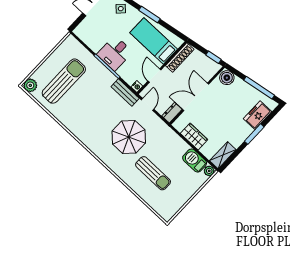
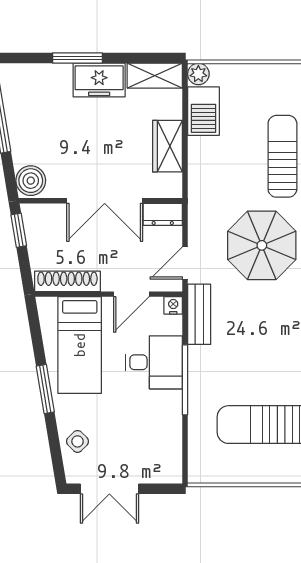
desk: (115, 53) -> (154, 362), moved
freezer: (257, 115) -> (99, 80), moved

